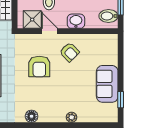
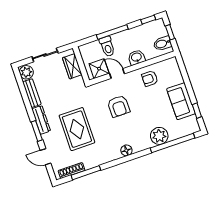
armchair: (69, 52) -> (150, 78), moved, turned 135
plant: (72, 117) -> (159, 136), width x1.88, depth x1.88
window: (83, 125) -> (173, 143), added

